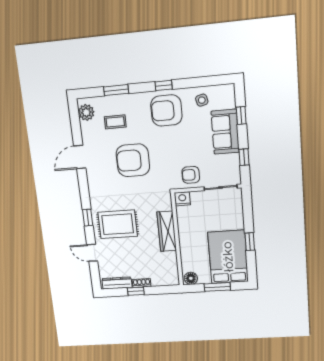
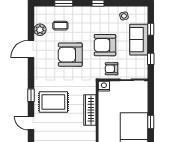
armchair: (166, 110) -> (105, 45), moved
plant: (86, 112) -> (40, 30), moved

